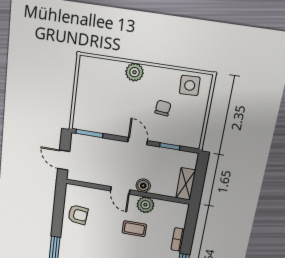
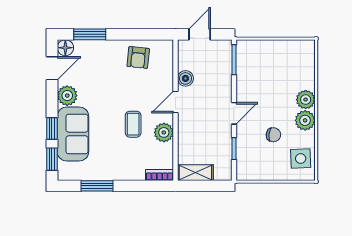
plant: (154, 76) -> (305, 120), added
boiler: (143, 186) -> (185, 78), moved
bookcase: (178, 240) -> (160, 175), moved

